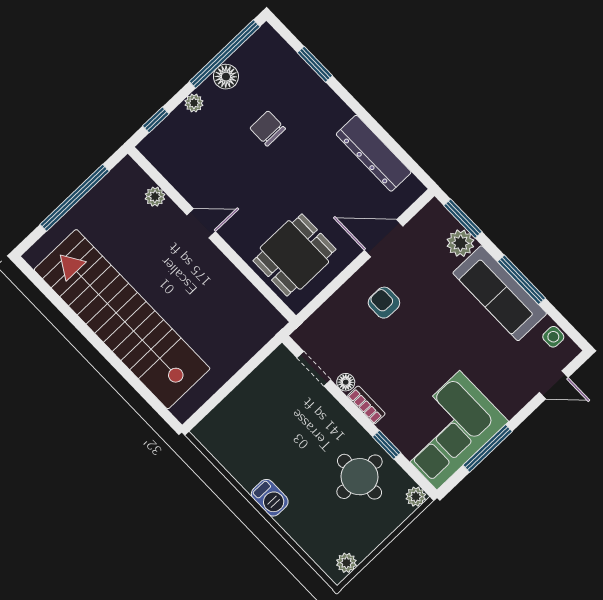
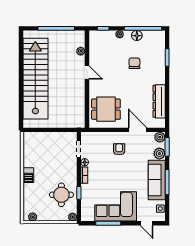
plant: (434, 214) -> (160, 137), added
corner sofa: (448, 430) -> (116, 206), moved

